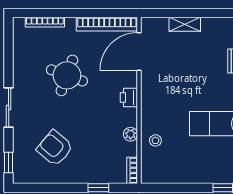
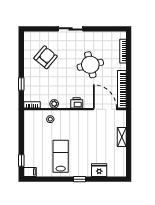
round table: (67, 75) -> (90, 65), turned -33
window: (9, 162) -> (37, 29), removed

